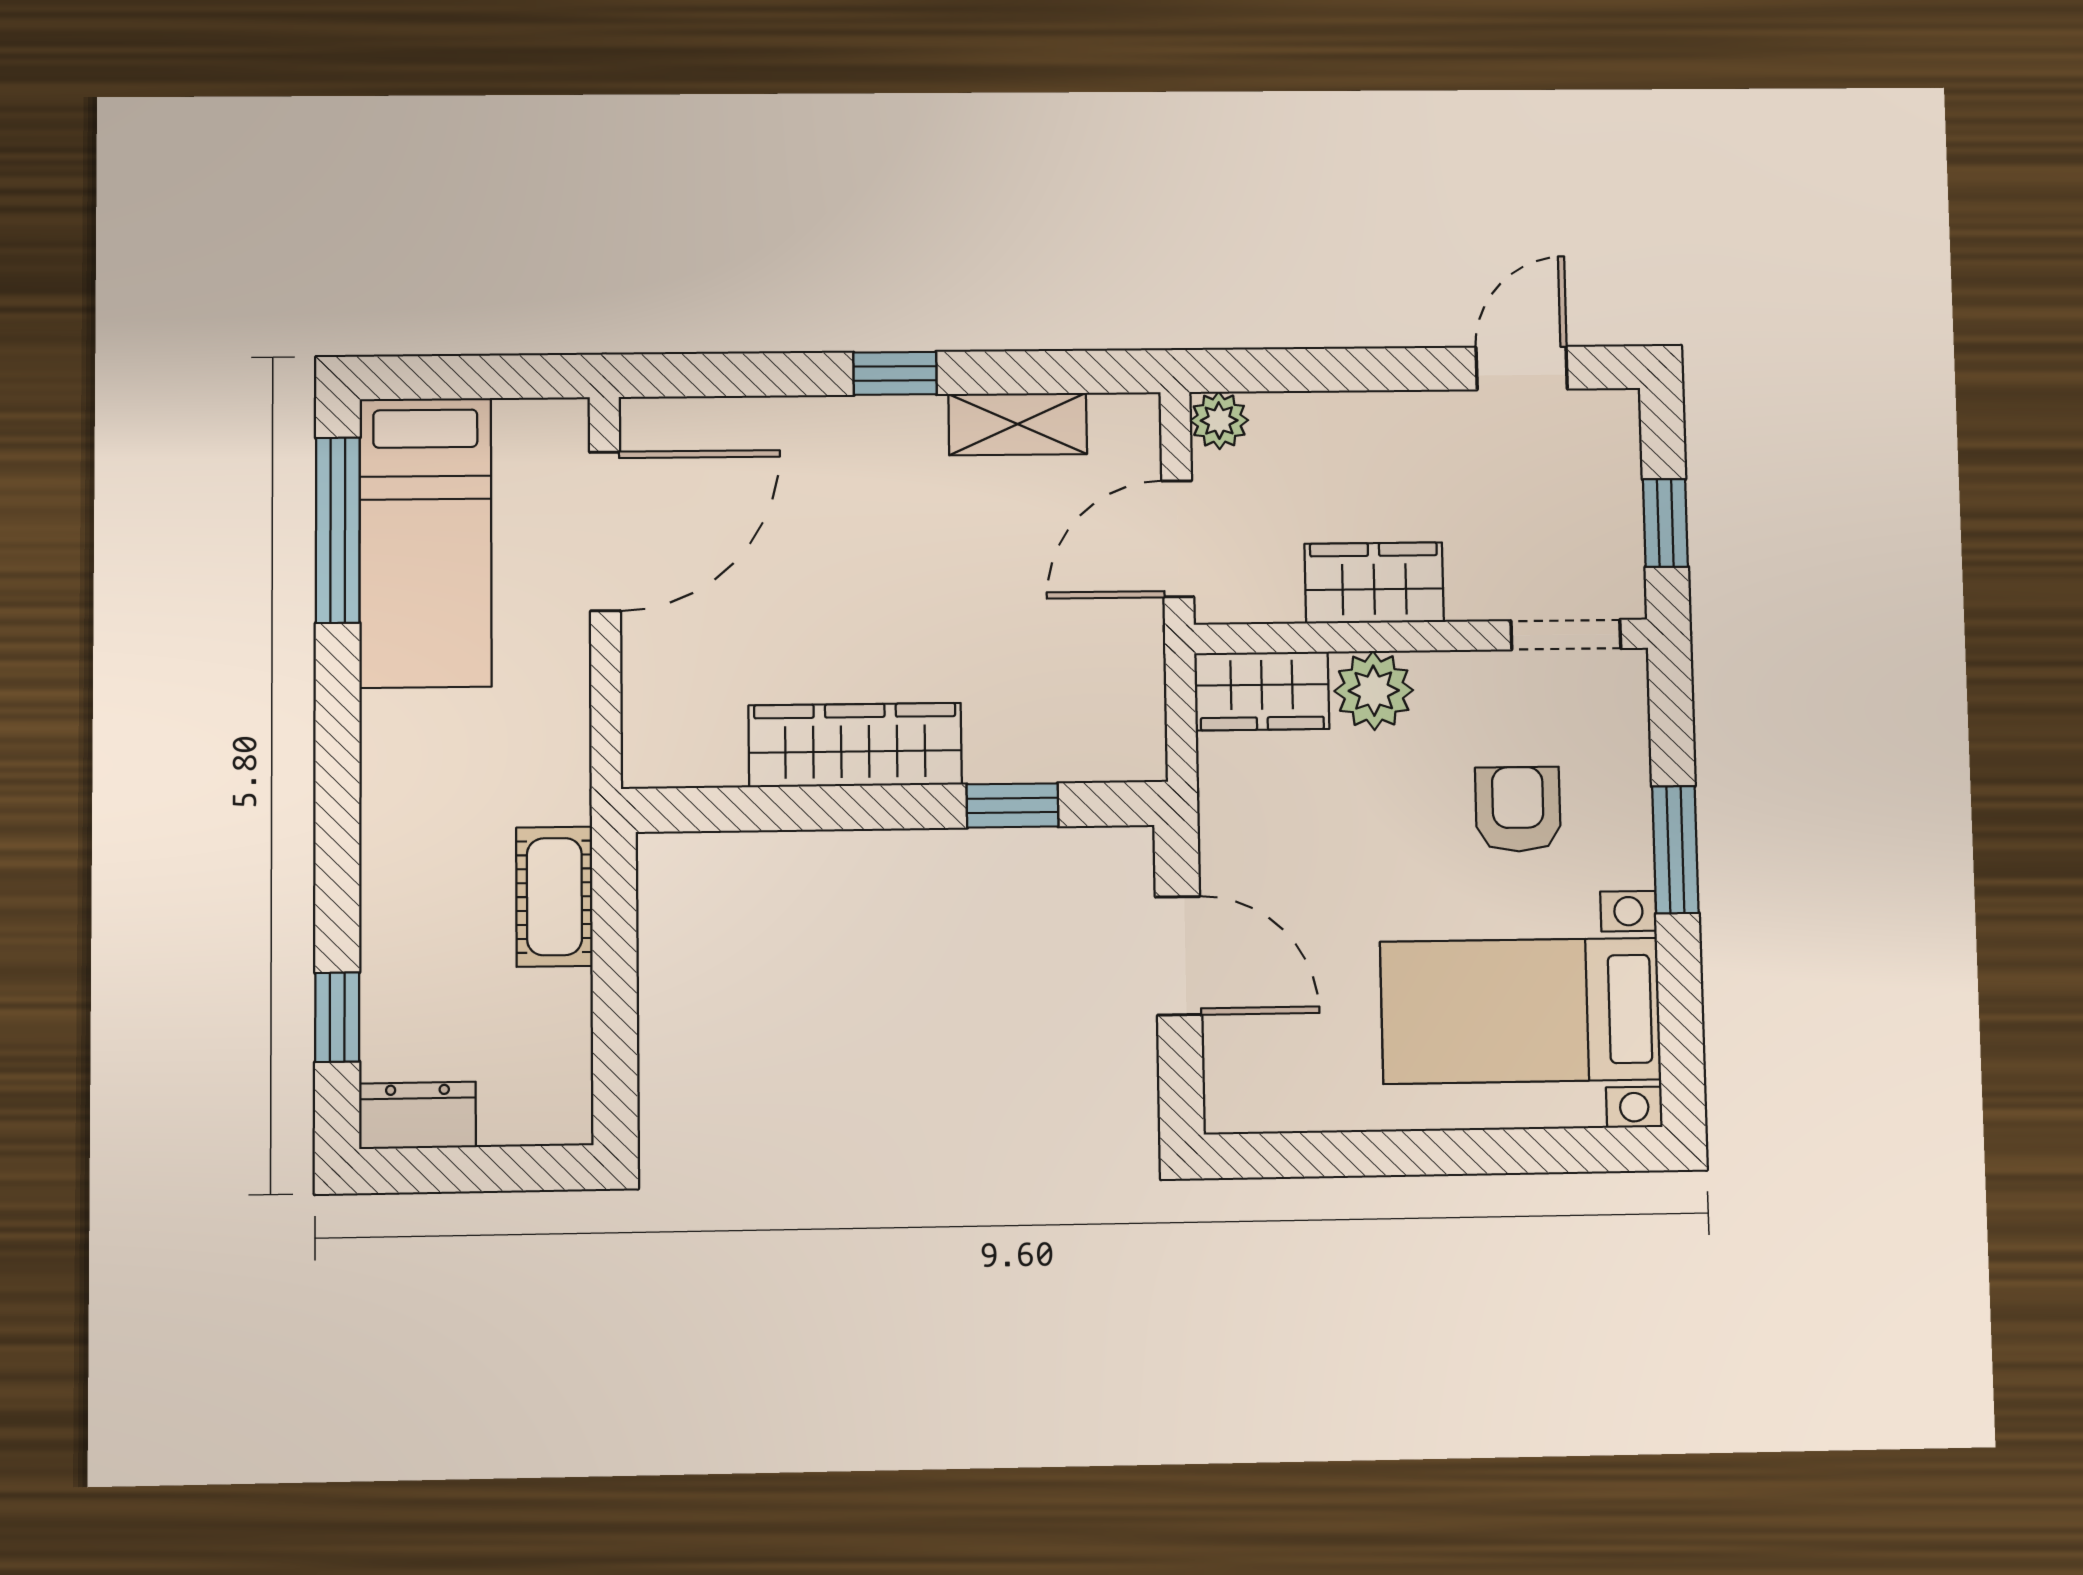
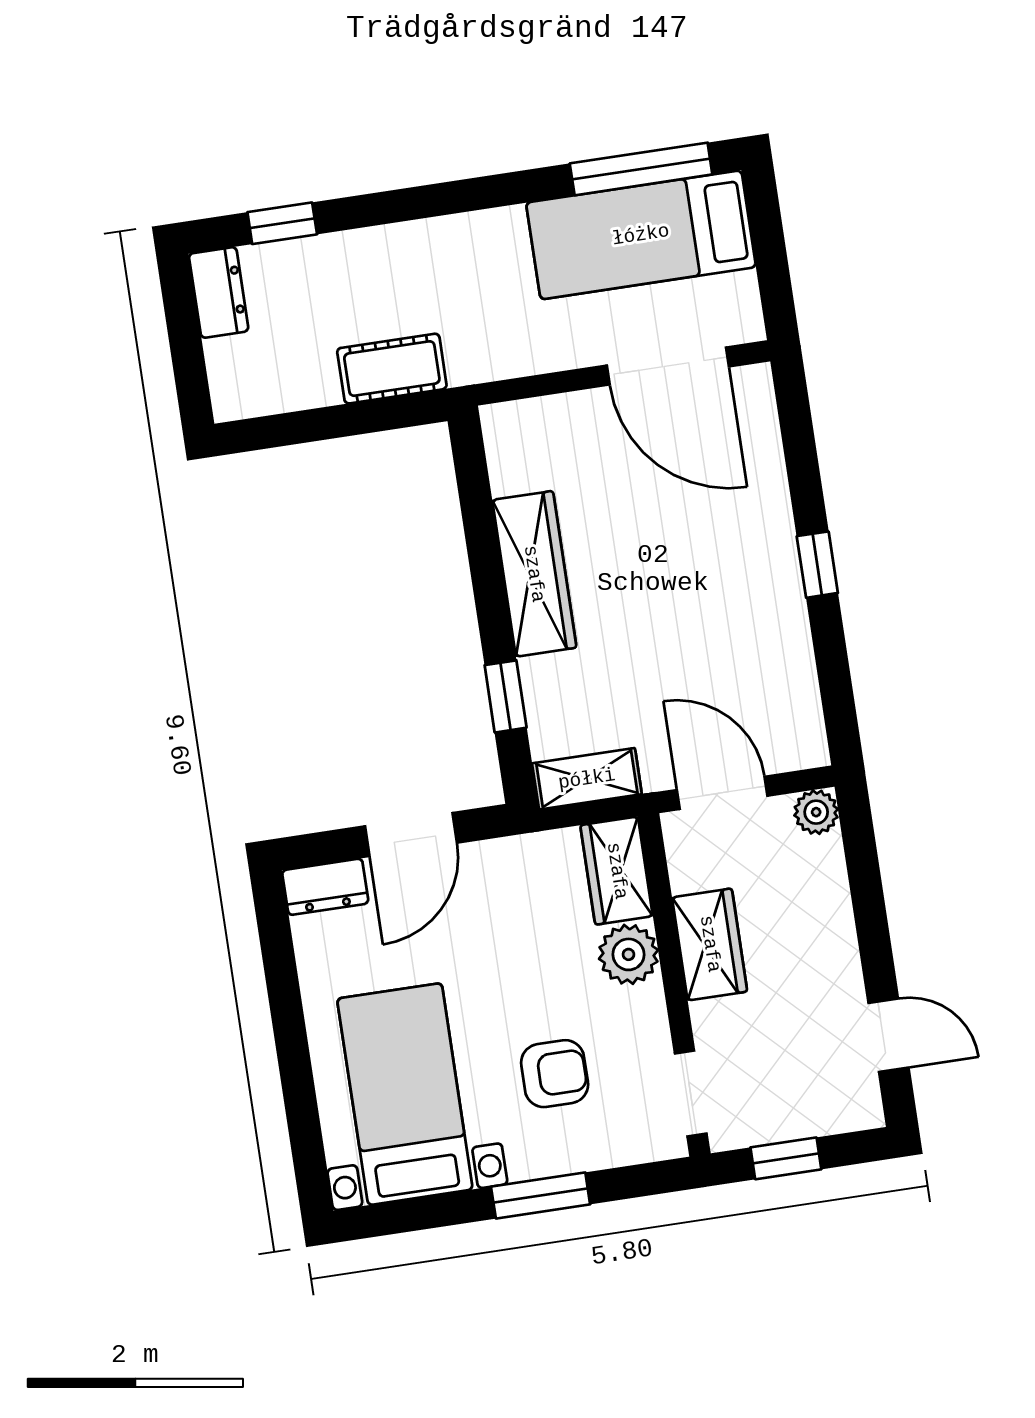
shelving: (1018, 424) -> (587, 779), moved, turned 90
dresser: (1233, 1079) -> (325, 887), added

